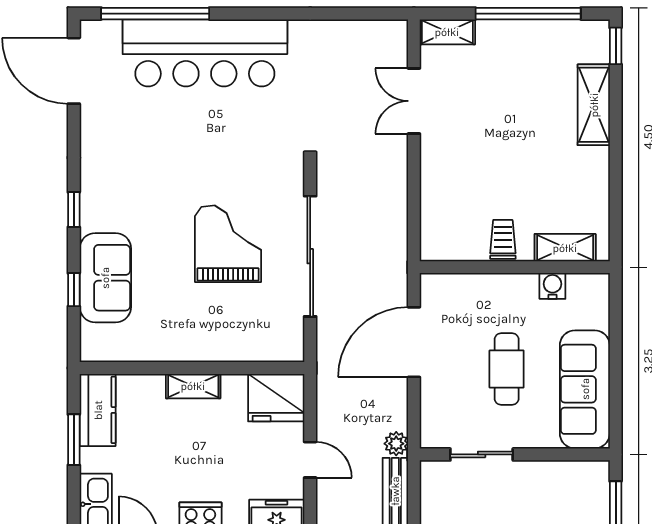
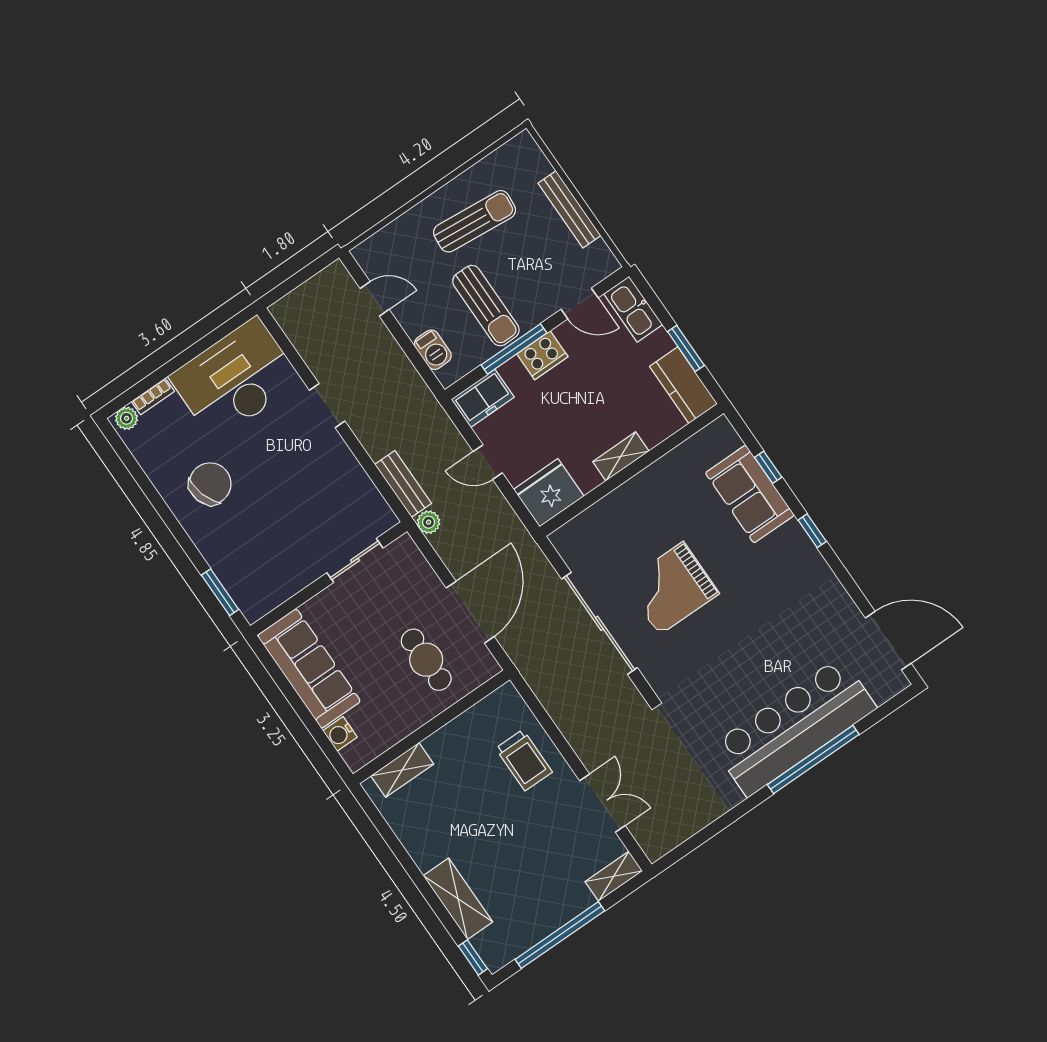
window: (155, 14) -> (813, 760), moved
trolley: (503, 239) -> (524, 760), moved, width x1.36, depth x1.39
grand piano: (228, 244) -> (671, 588), turned 90
water cooler: (552, 286) -> (340, 734), moved, turned 90
cafe table: (507, 369) -> (426, 660), moved

